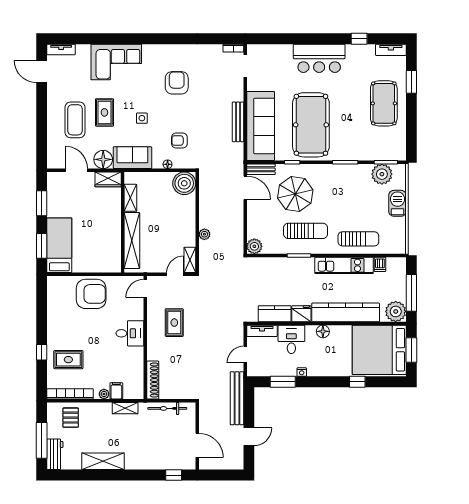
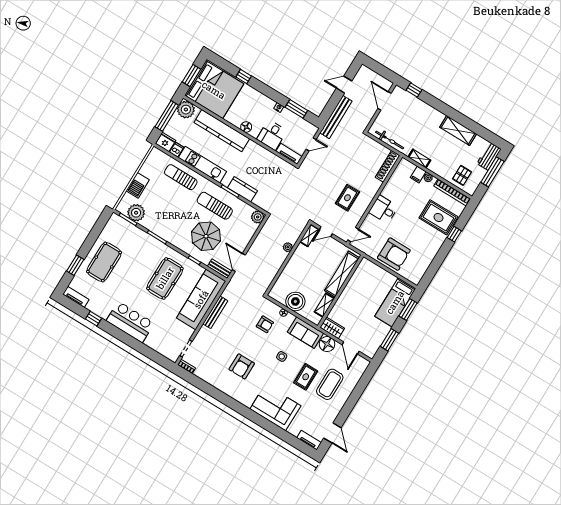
pool table: (311, 125) -> (165, 278), width x0.73, depth x0.76
boiler: (184, 183) -> (295, 301), moved
armchair: (91, 294) -> (394, 254), turned 180
kitchen counter: (275, 314) -> (242, 189), moved, turned 180
fridge: (301, 314) -> (166, 142), moved, turned 180
rug: (68, 360) -> (438, 217), width x1.36, depth x1.43

